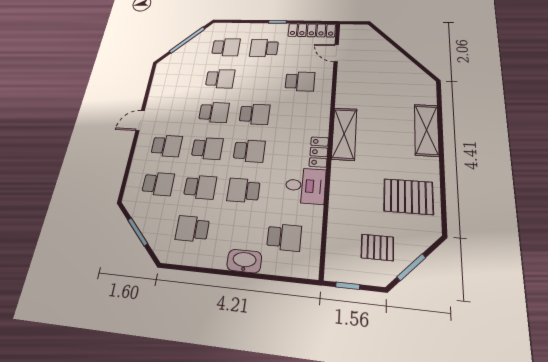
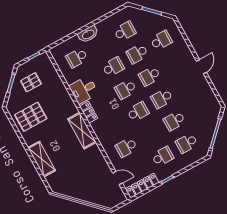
school desk: (255, 114) -> (138, 112), turned 180
school desk: (167, 146) -> (174, 63), removed
school desk: (158, 184) -> (161, 40), turned 180

